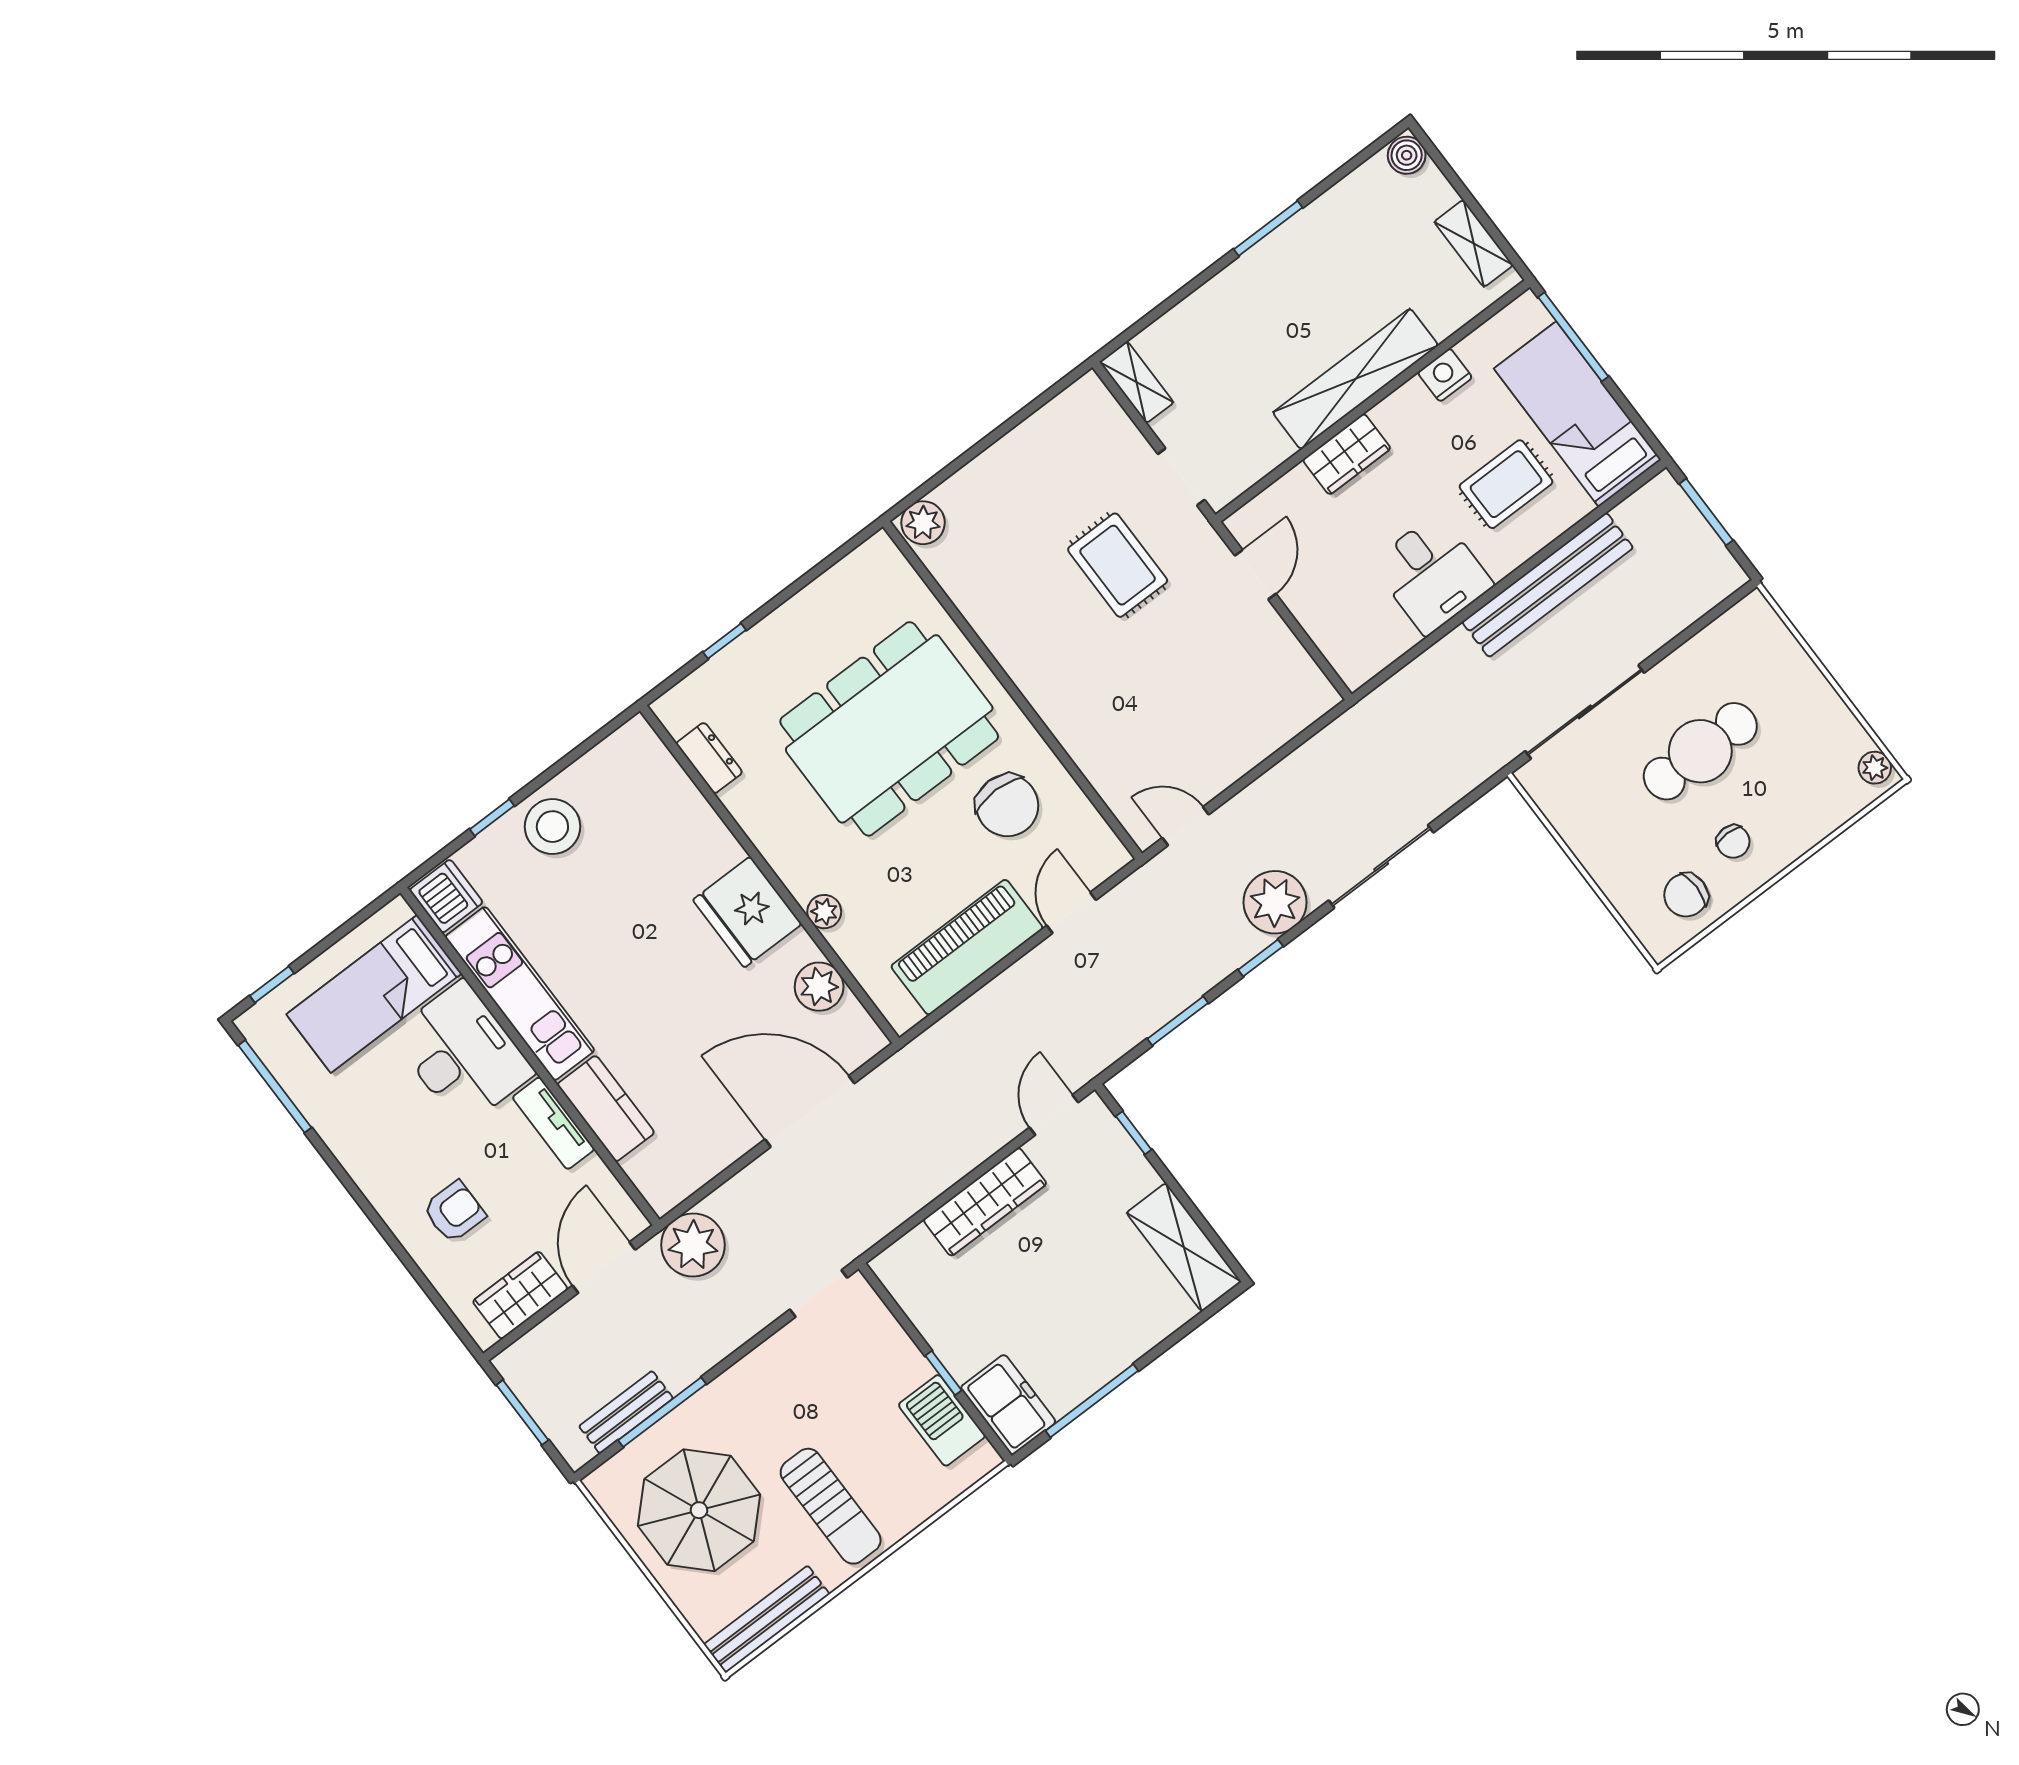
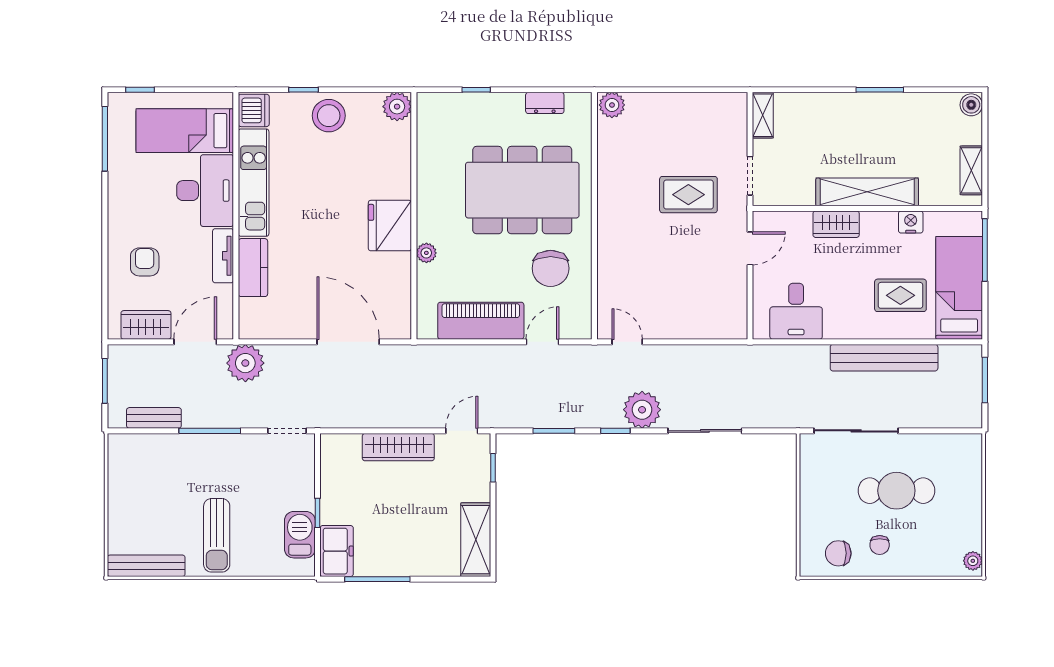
rug: (1118, 565) -> (688, 195), turned 90
desk: (1432, 574) -> (796, 311), moved
dresser: (709, 758) -> (545, 103), moved, turned 90
plant: (819, 987) -> (397, 107), moved
armchair: (454, 1212) -> (145, 262), turned -90
window: (662, 1412) -> (210, 431), moved
parasol: (699, 1510) -> (153, 490), removed

